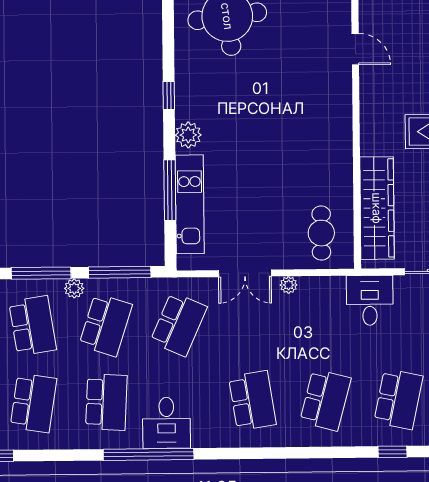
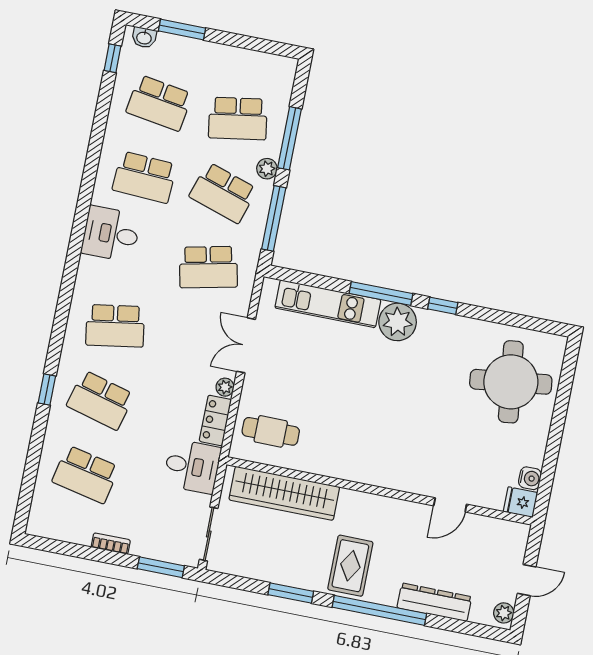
plant: (188, 135) -> (398, 322), width x1.36, depth x1.36
window: (170, 190) -> (381, 293), moved
locker: (322, 287) -> (215, 420), added
school desk: (179, 324) -> (208, 267), turned -36
window: (392, 452) -> (47, 390), moved
window: (149, 454) -> (83, 209), removed

